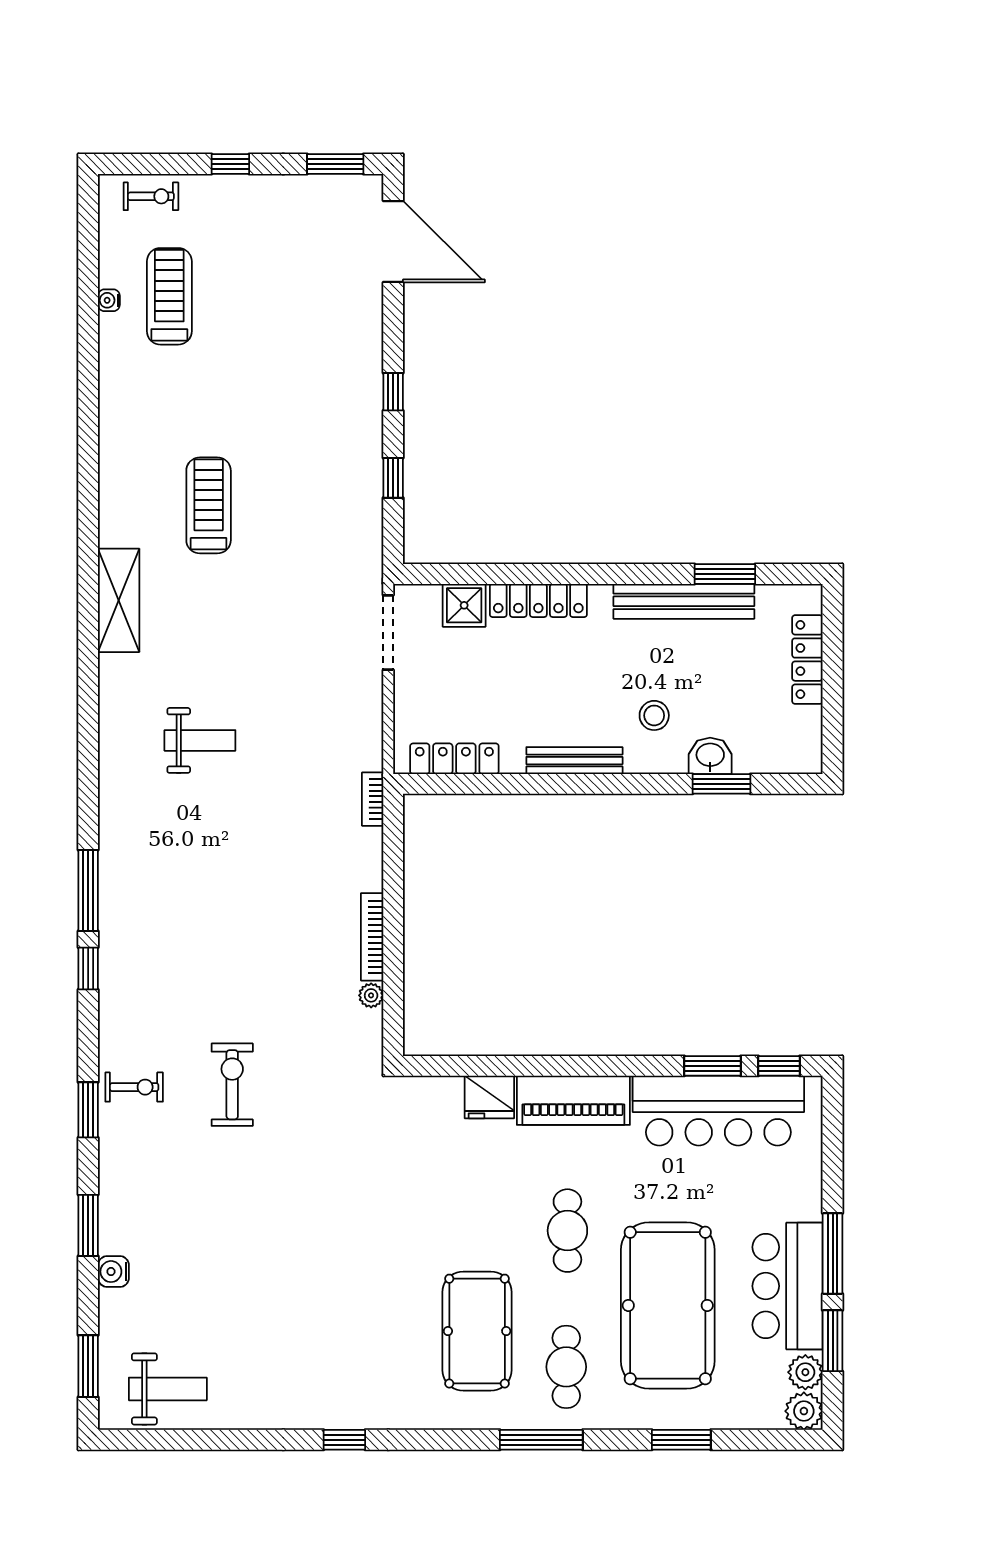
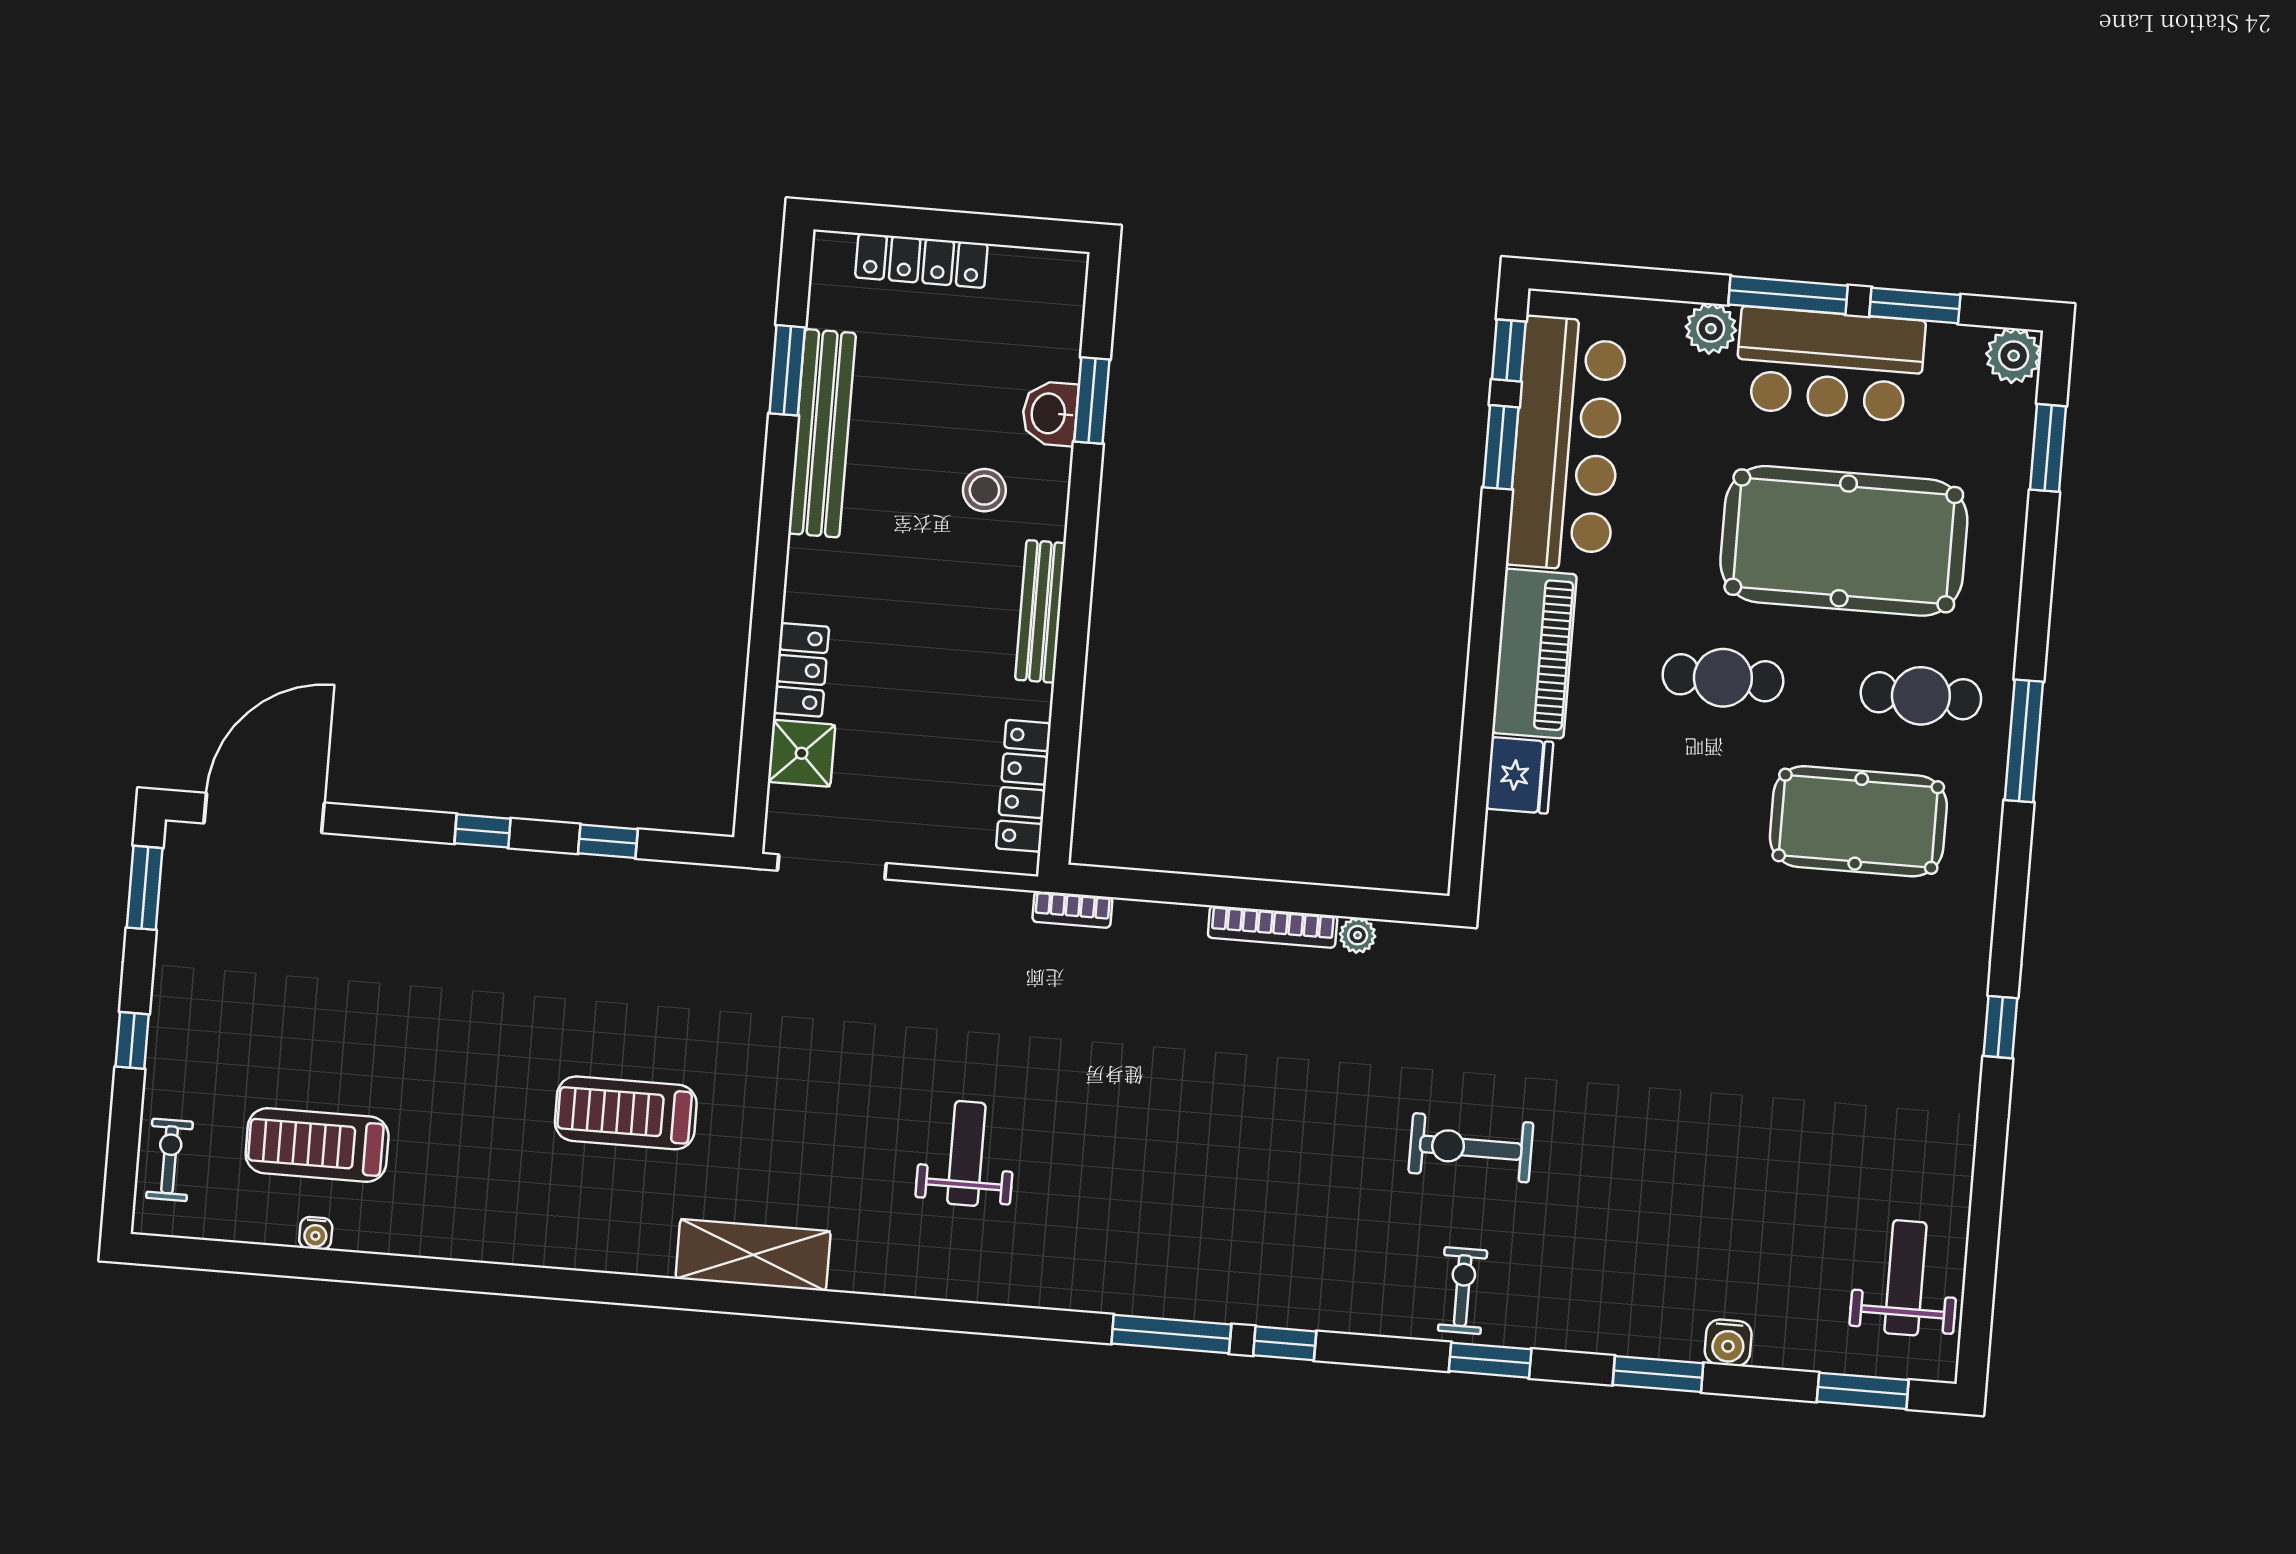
locker: (538, 600) -> (801, 670), width x0.66
plant: (805, 1372) -> (1711, 329), moved
window: (681, 1440) -> (2048, 448), moved

